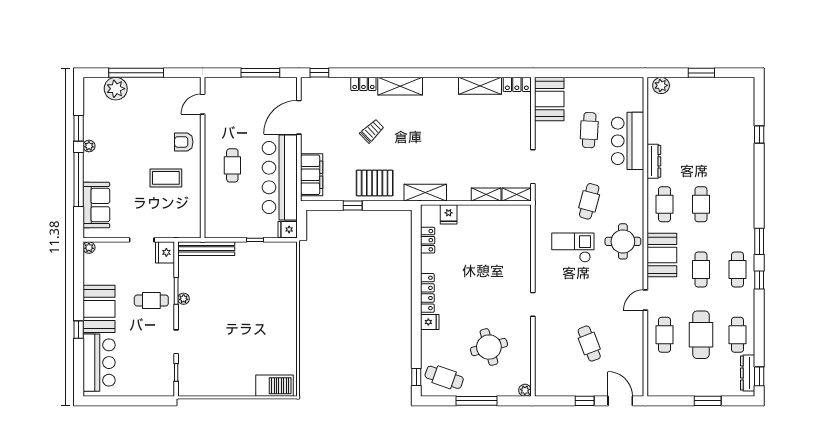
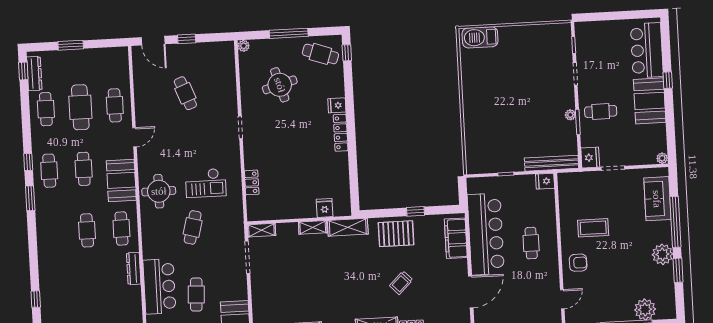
plant: (89, 146) -> (662, 254), width x1.88, depth x1.88
shelving: (486, 194) -> (313, 227), moved
fridge: (288, 229) -> (545, 181), moved, turned 180
locker: (428, 240) -> (252, 182), moved, turned 180

